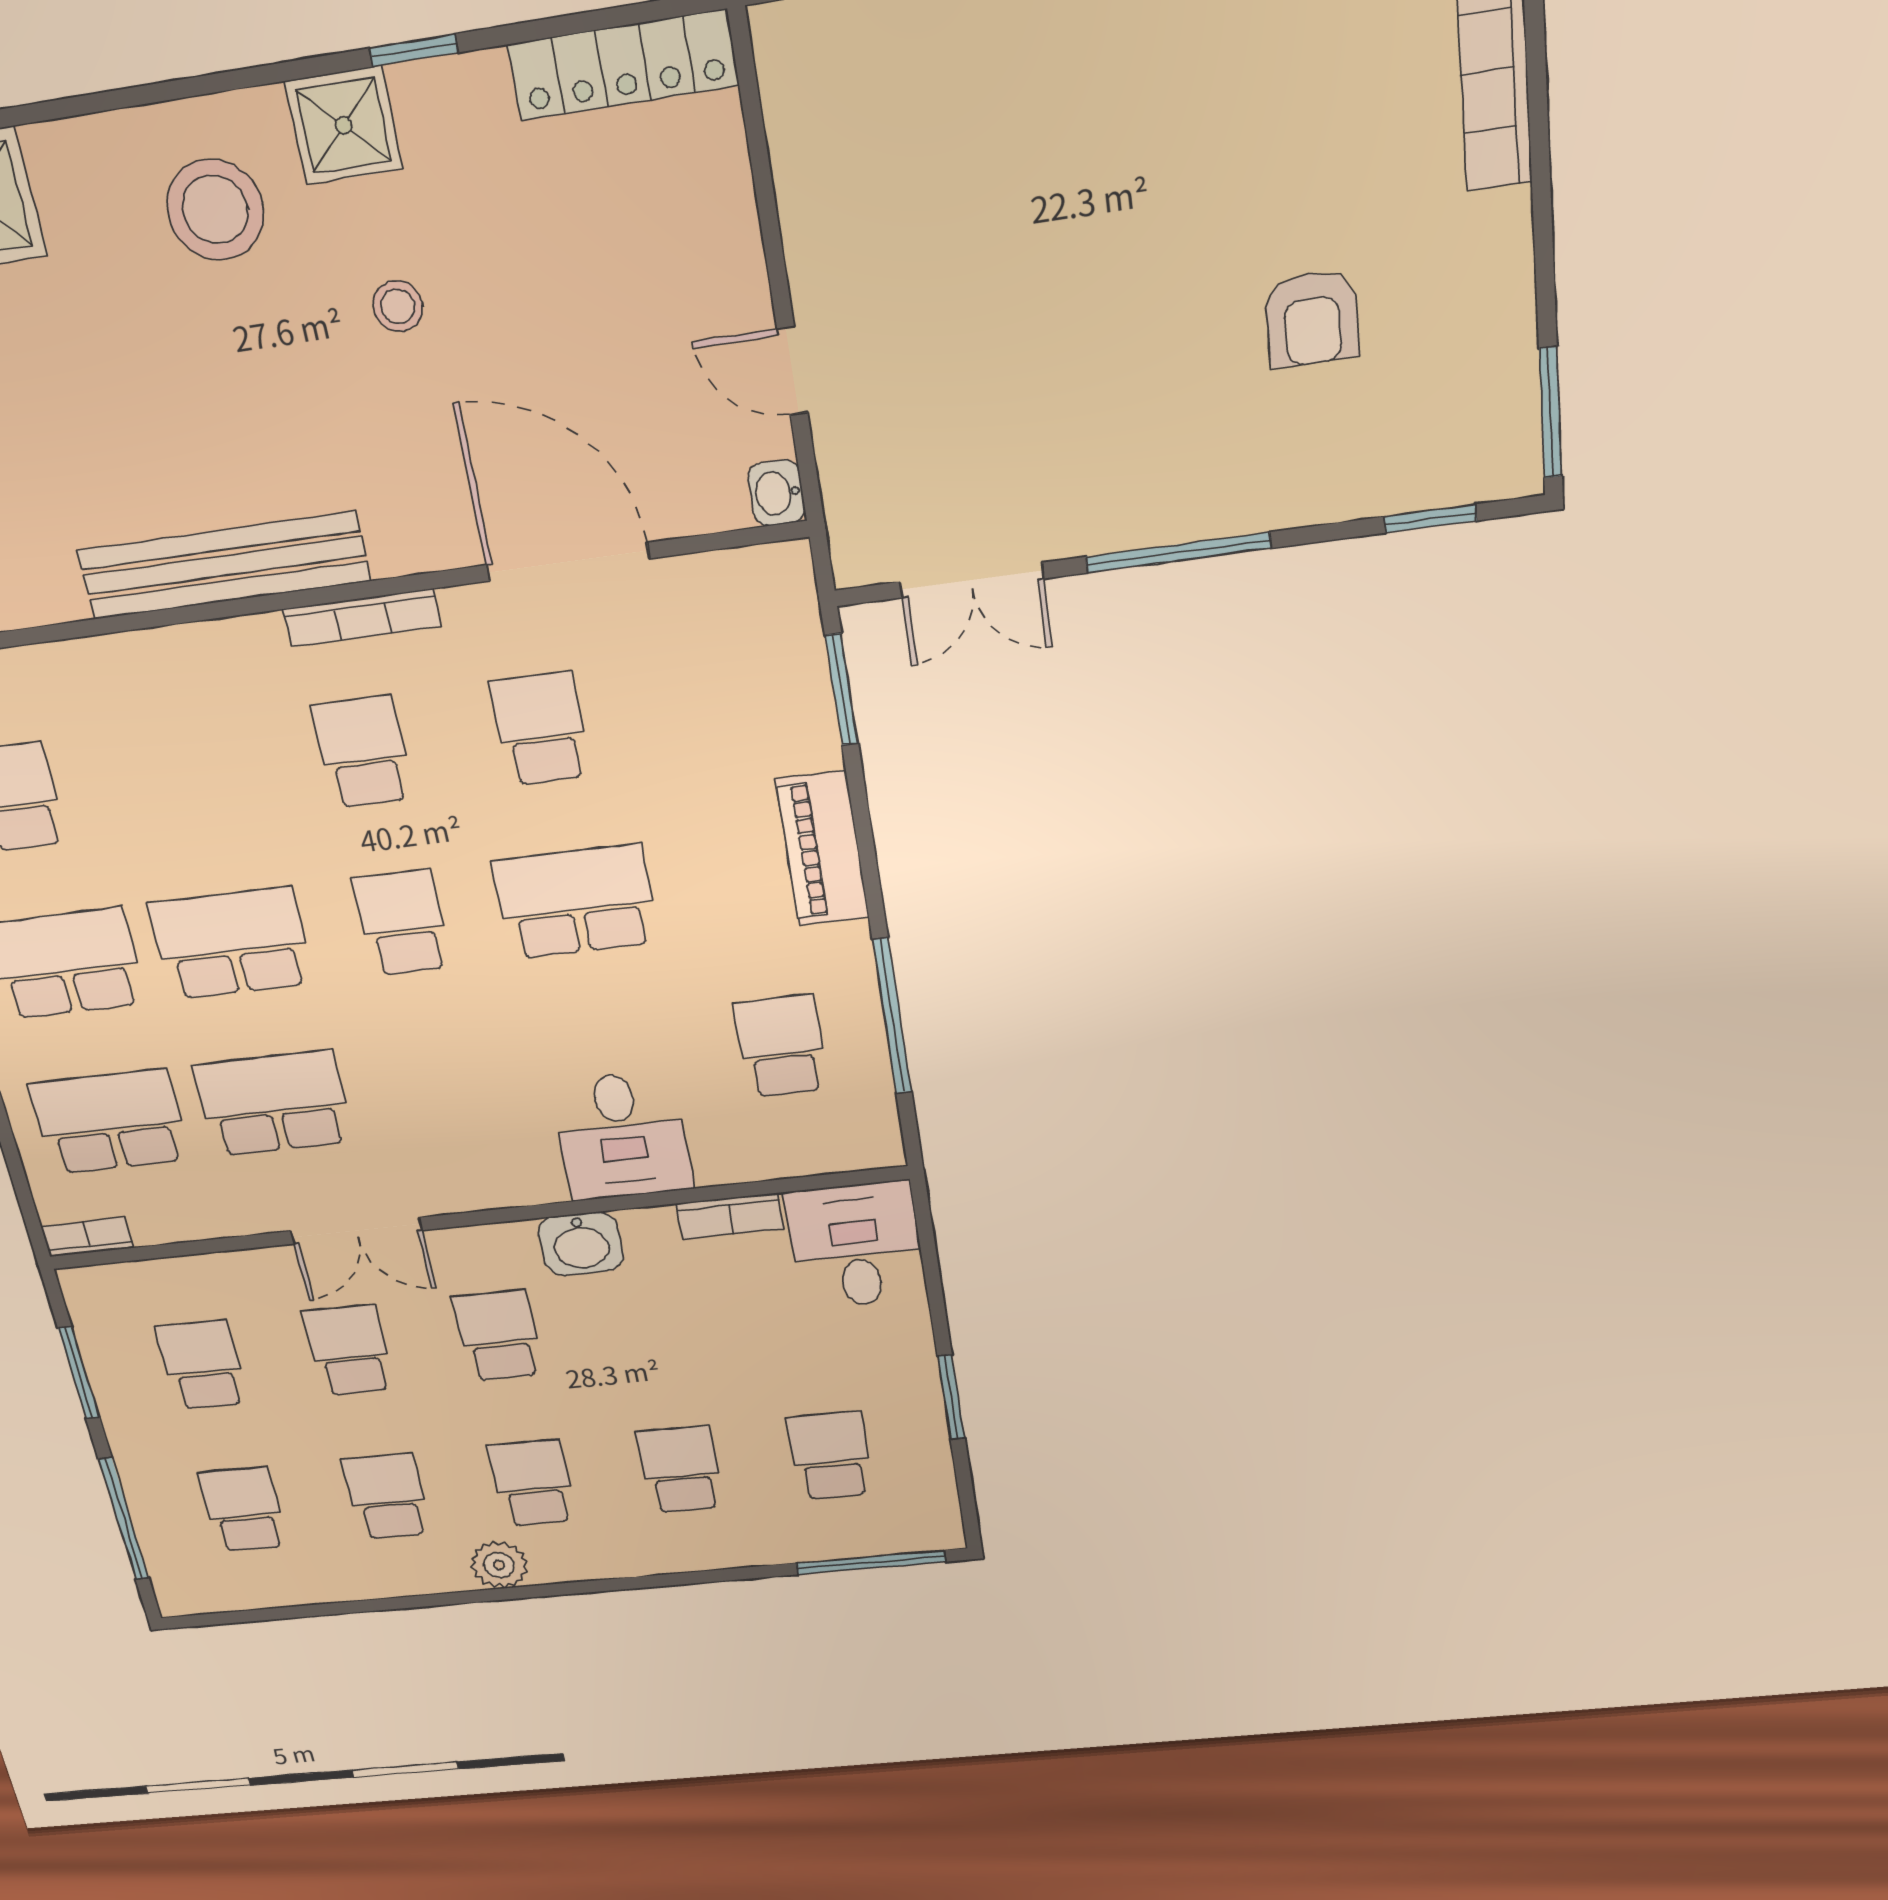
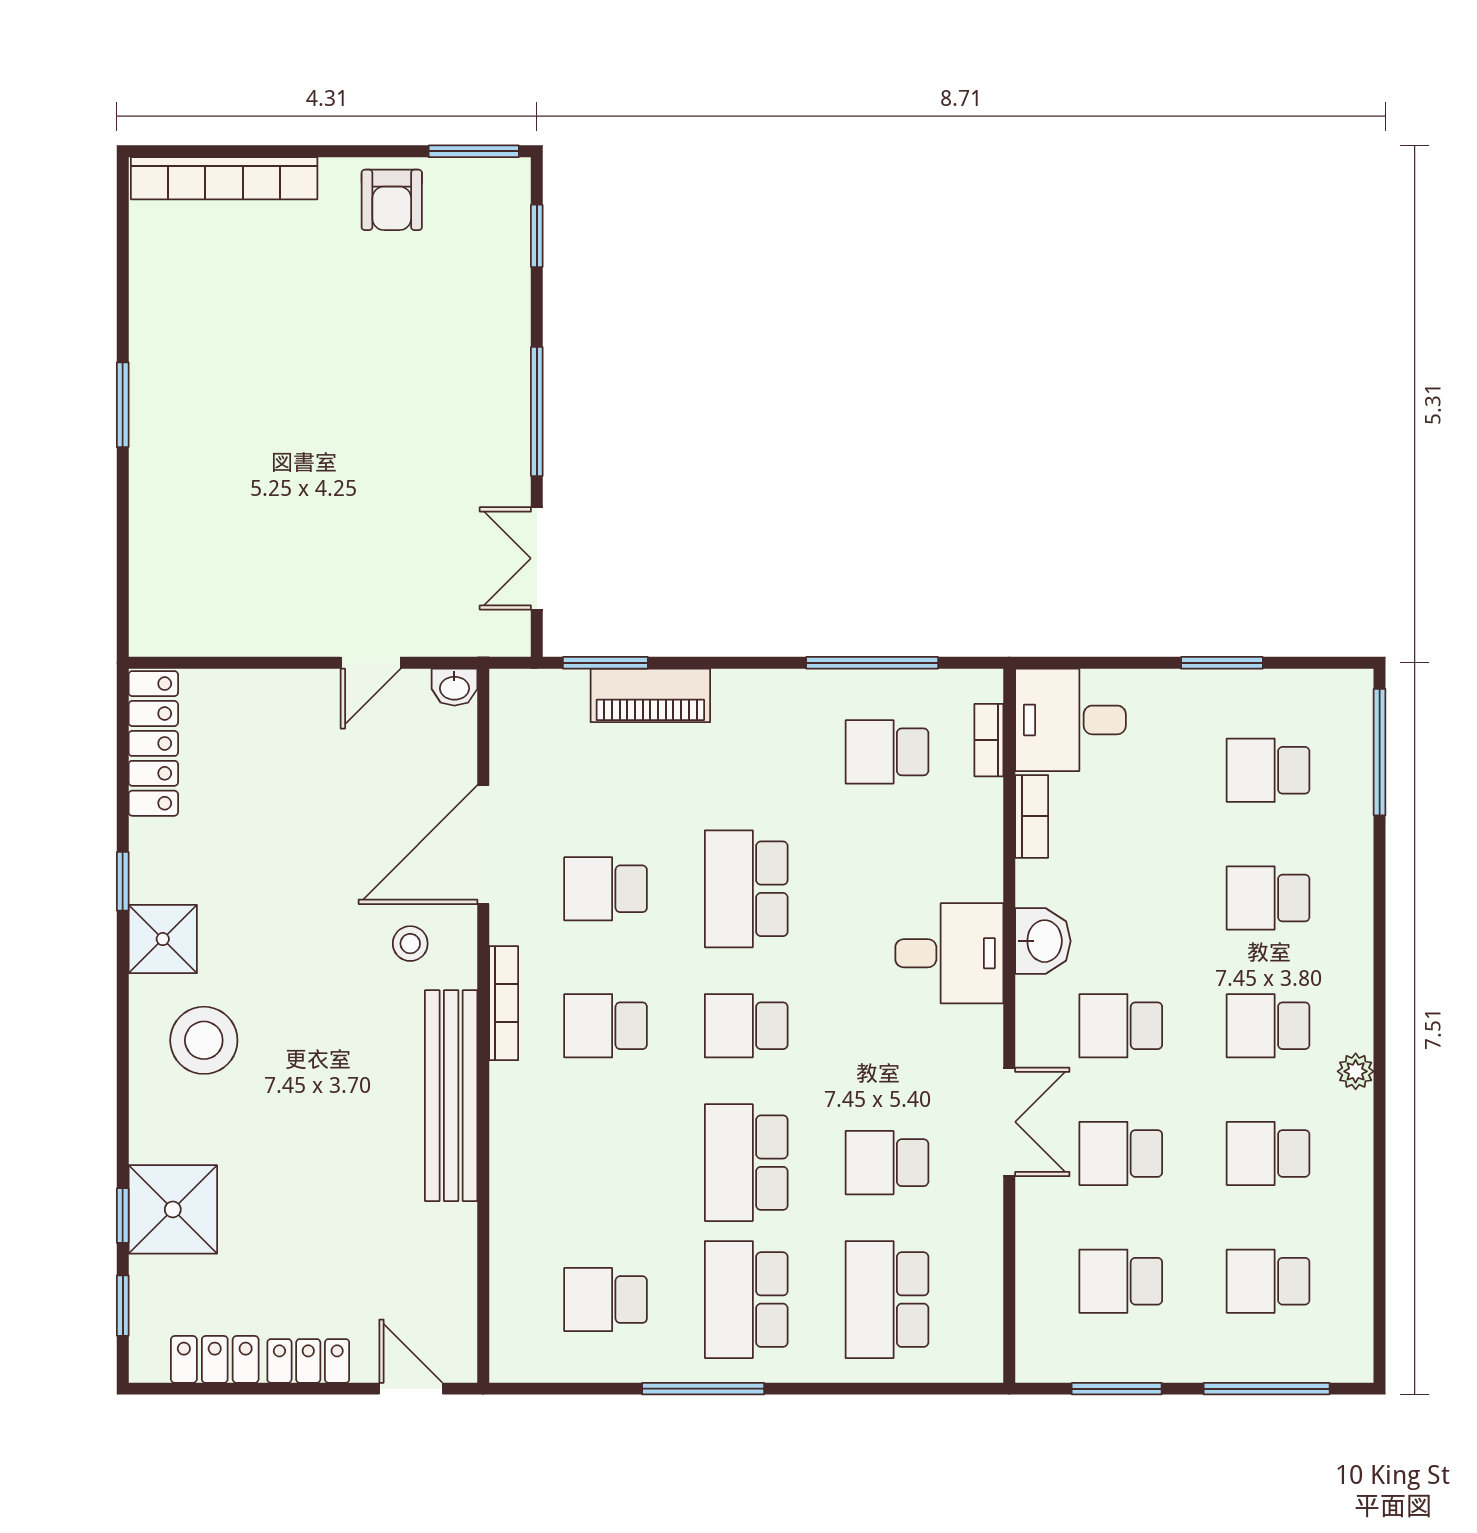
stool: (398, 306) -> (410, 944), moved
armchair: (1312, 318) -> (392, 200), moved, turned 90
double door: (972, 580) -> (537, 558), swing flipped
piano: (822, 849) -> (650, 695), moved
school desk: (274, 1103) -> (887, 1163), width x0.54
desk: (621, 1136) -> (949, 953), moved
bookcase: (87, 1237) -> (989, 740), moved
plant: (499, 1565) -> (1356, 1071), width x0.73, depth x0.73

